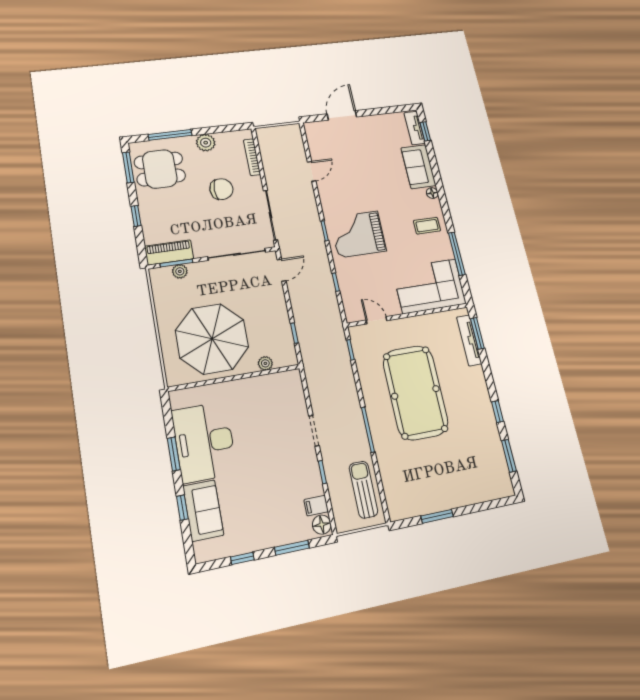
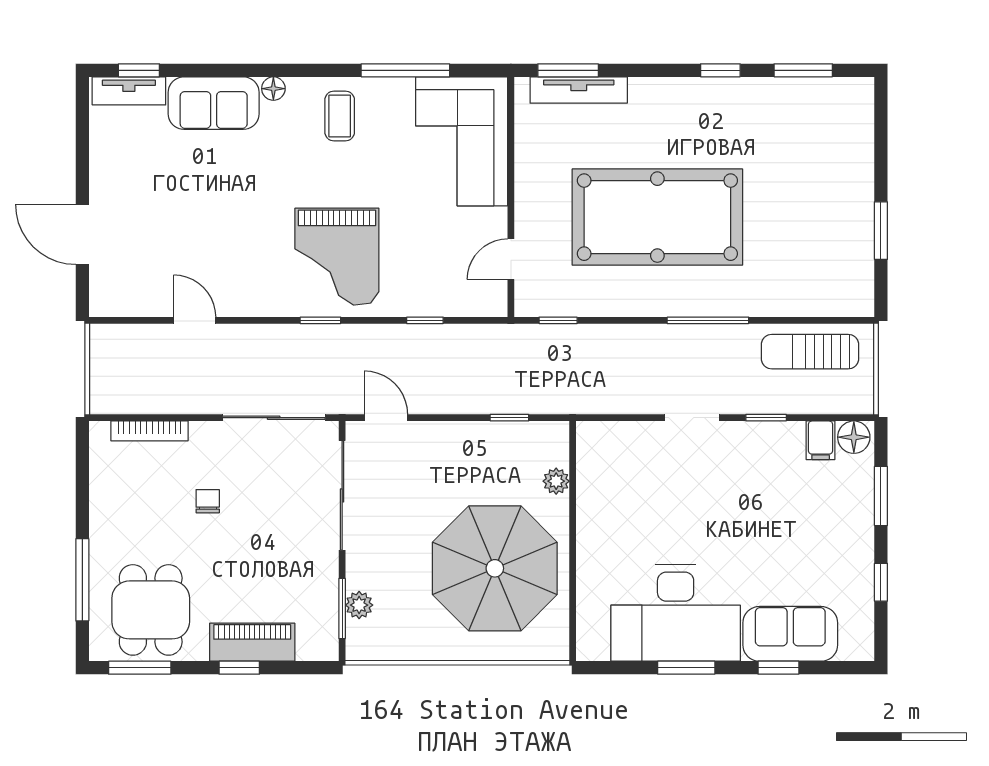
plant: (206, 143) -> (107, 515), removed
chair: (221, 189) -> (208, 501), width x0.54, depth x0.54
piano: (169, 253) -> (252, 642), moved, turned 90

